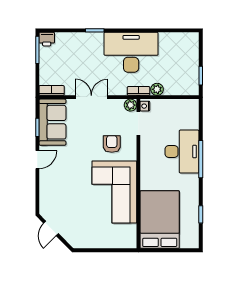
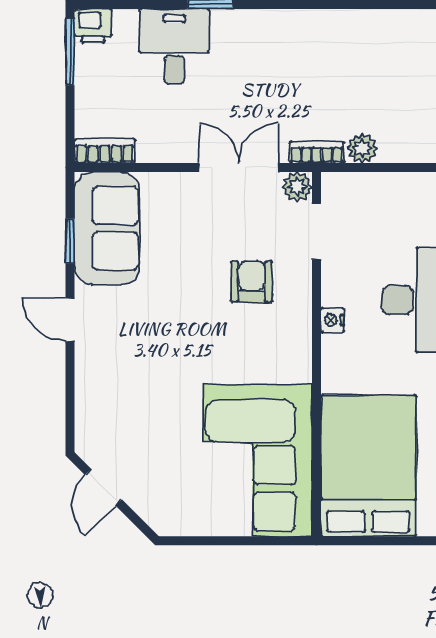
desk: (131, 52) -> (174, 47), moved, width x0.53, depth x0.77
double door: (91, 97) -> (239, 168), moved
nightstand: (145, 106) -> (332, 320), moved
door: (37, 160) -> (70, 320), swing flipped
corner sofa: (114, 192) -> (258, 460), moved

